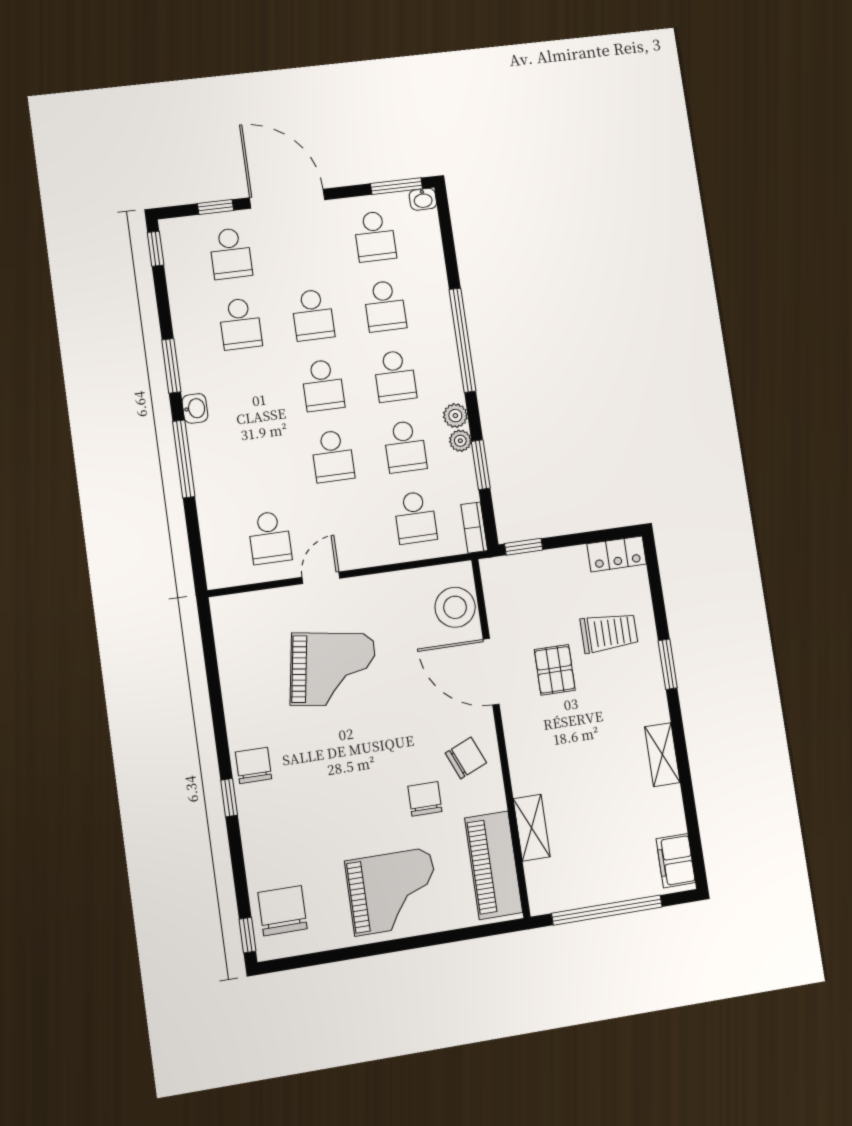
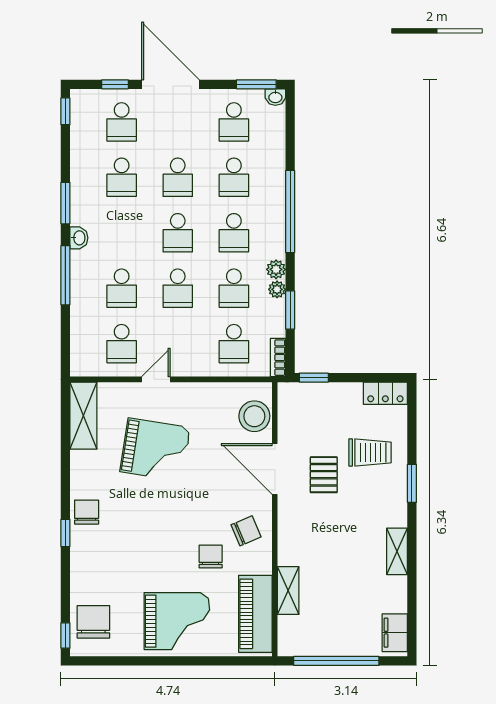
school desk: (260, 466) -> (122, 288), added
shelving: (232, 639) -> (83, 416), added

